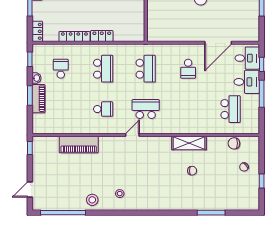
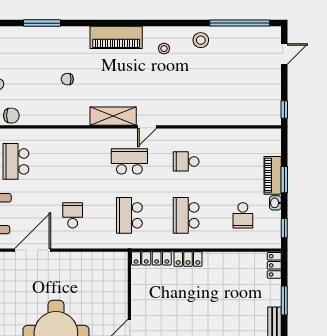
locker: (74, 37) -> (151, 258), moved
school desk: (146, 109) -> (129, 161), turned 180
shelving: (189, 143) -> (113, 116), moved
piano: (79, 145) -> (116, 37), moved, turned 180

